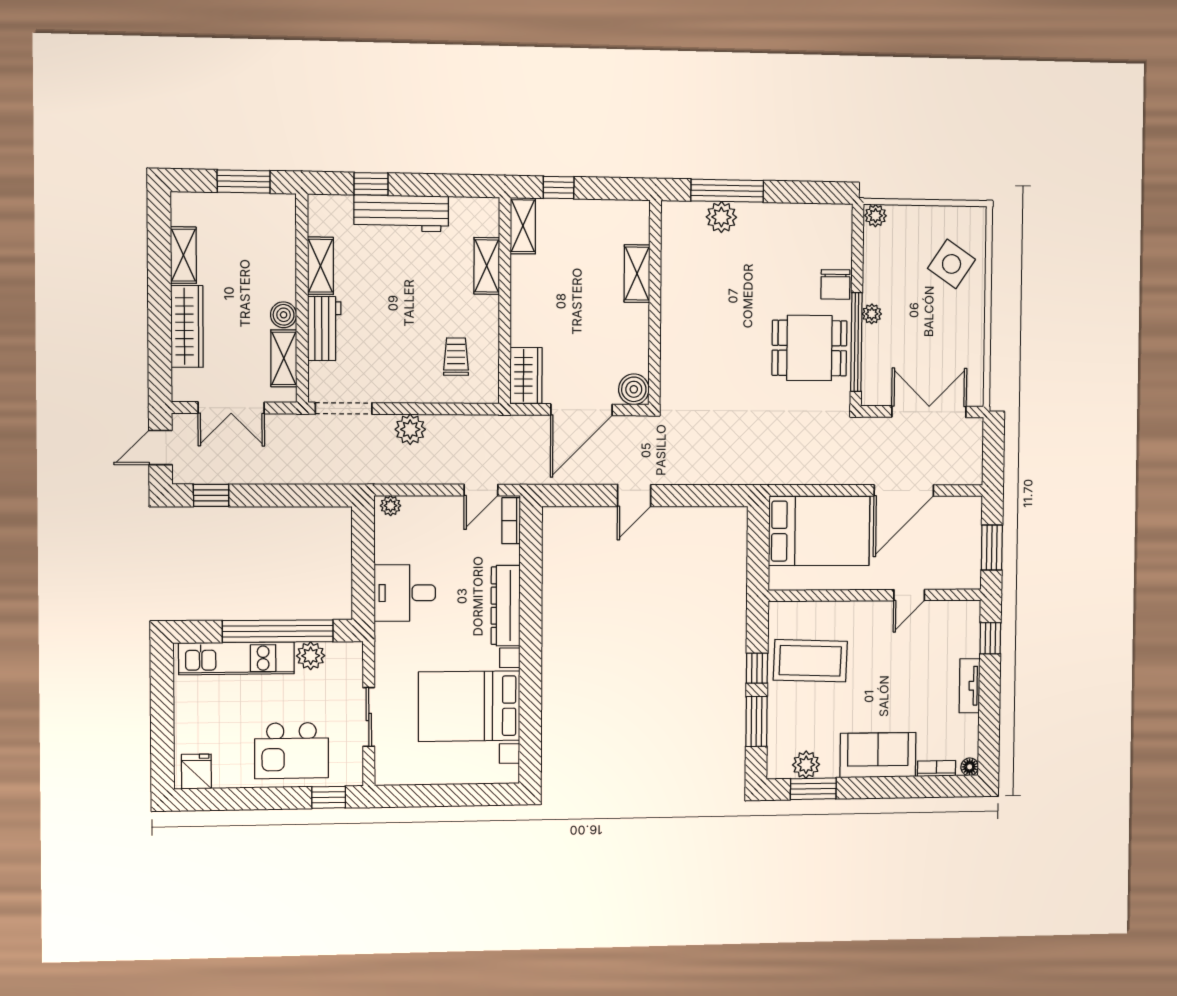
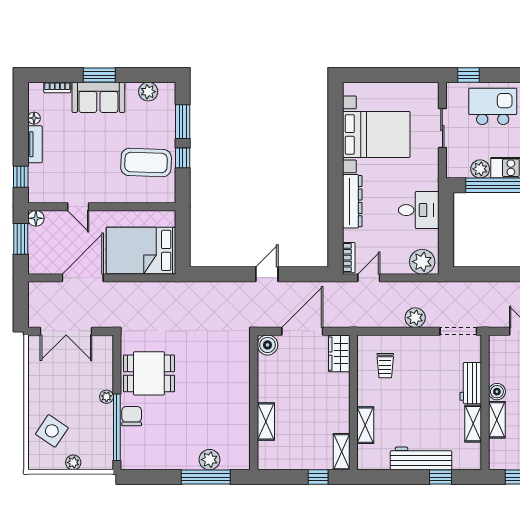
plant: (875, 216) -> (73, 462), moved
window: (856, 342) -> (117, 427), moved
shelving: (284, 358) -> (497, 420), moved
plant: (391, 506) -> (422, 262), width x1.88, depth x1.88
floor lamp: (970, 578) -> (36, 218), added
door: (909, 595) -> (78, 207), swing flipped
floor lamp: (970, 767) -> (34, 118), moved
window: (813, 789) -> (99, 75), moved

